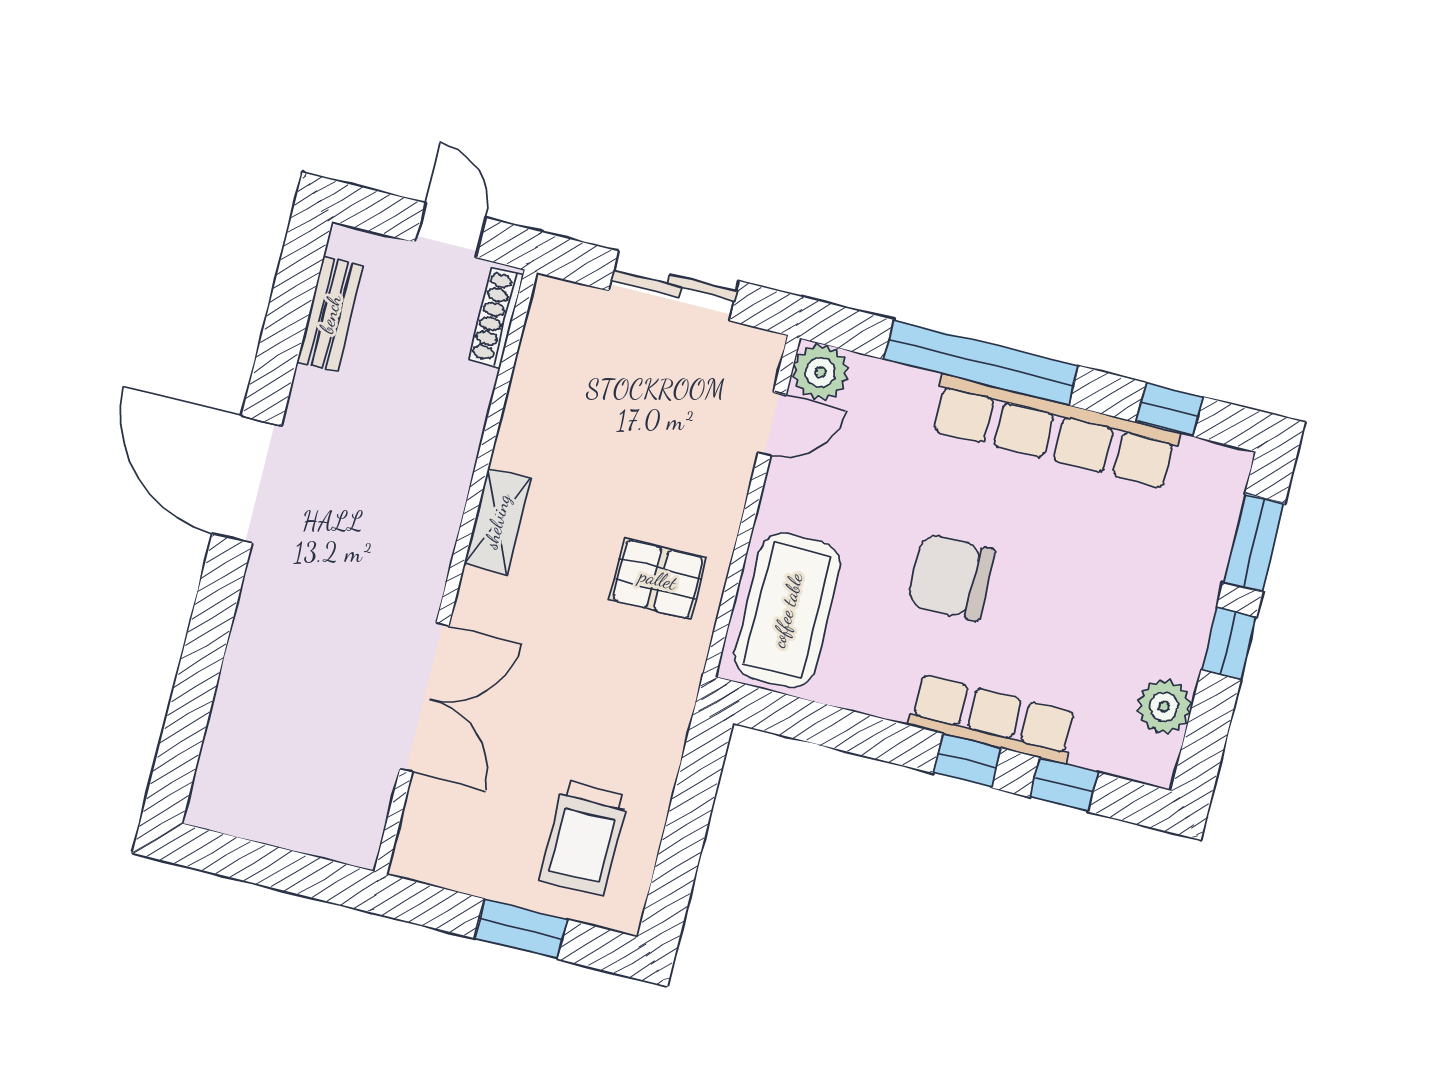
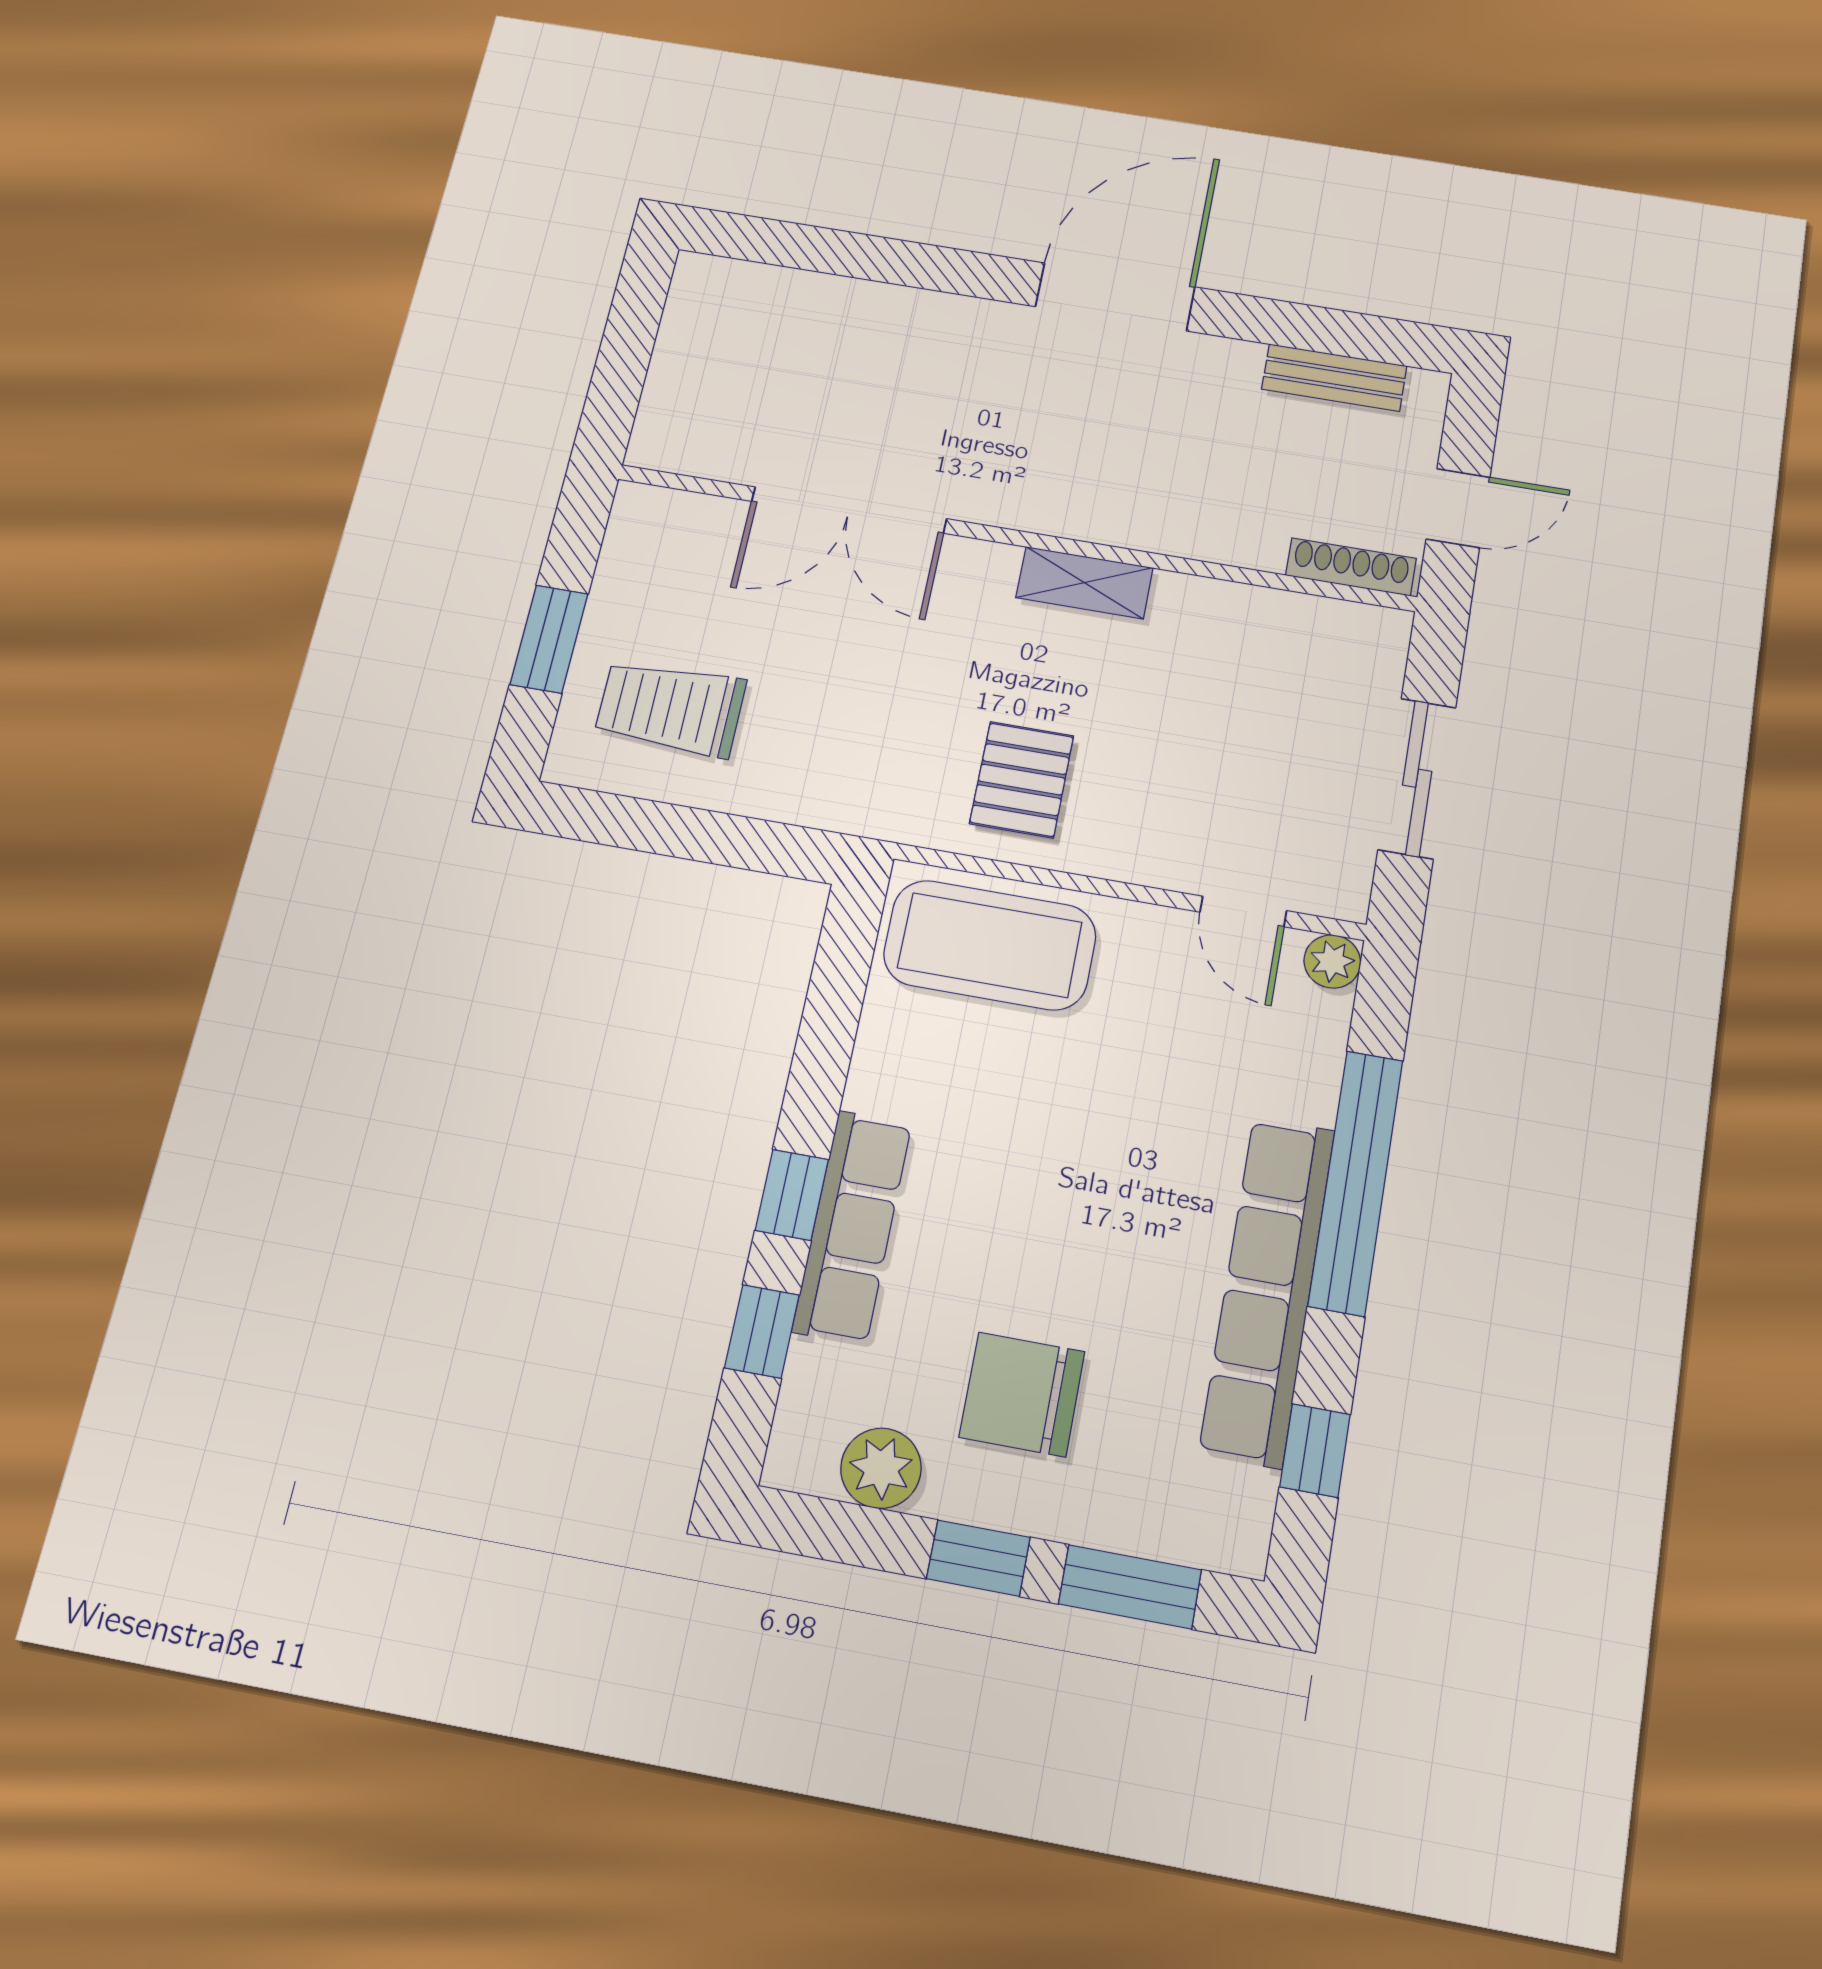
plant: (820, 372) -> (1332, 961), width x0.73, depth x0.73
chair: (951, 577) -> (1022, 1394), moved, turned -90

